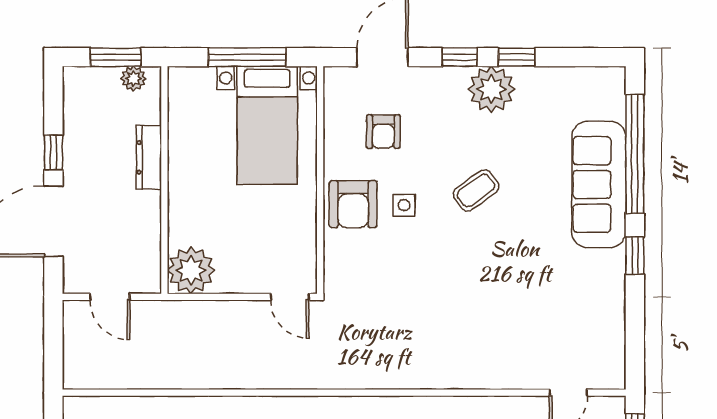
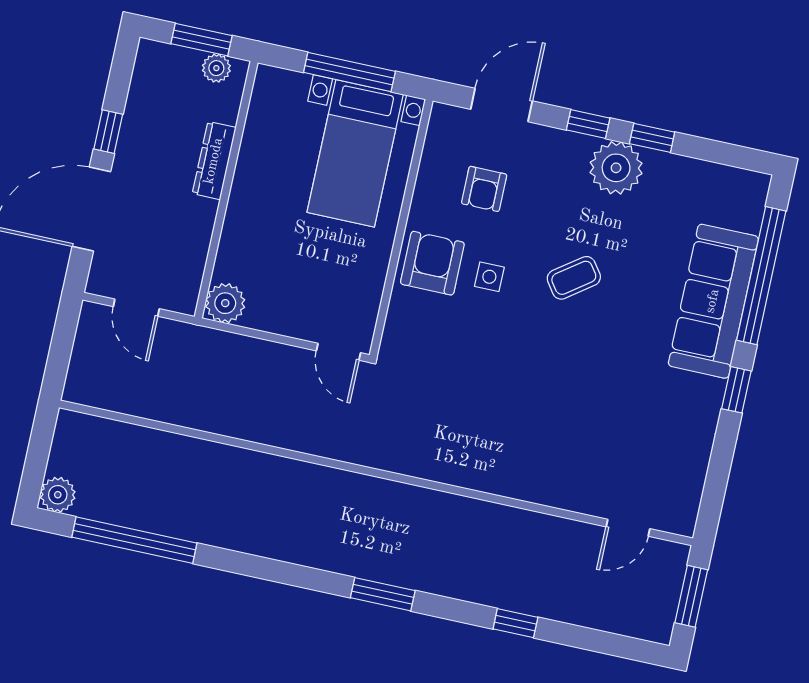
armchair: (353, 204) -> (432, 263), turned 180
plant: (191, 270) -> (225, 303), width x0.73, depth x0.73

